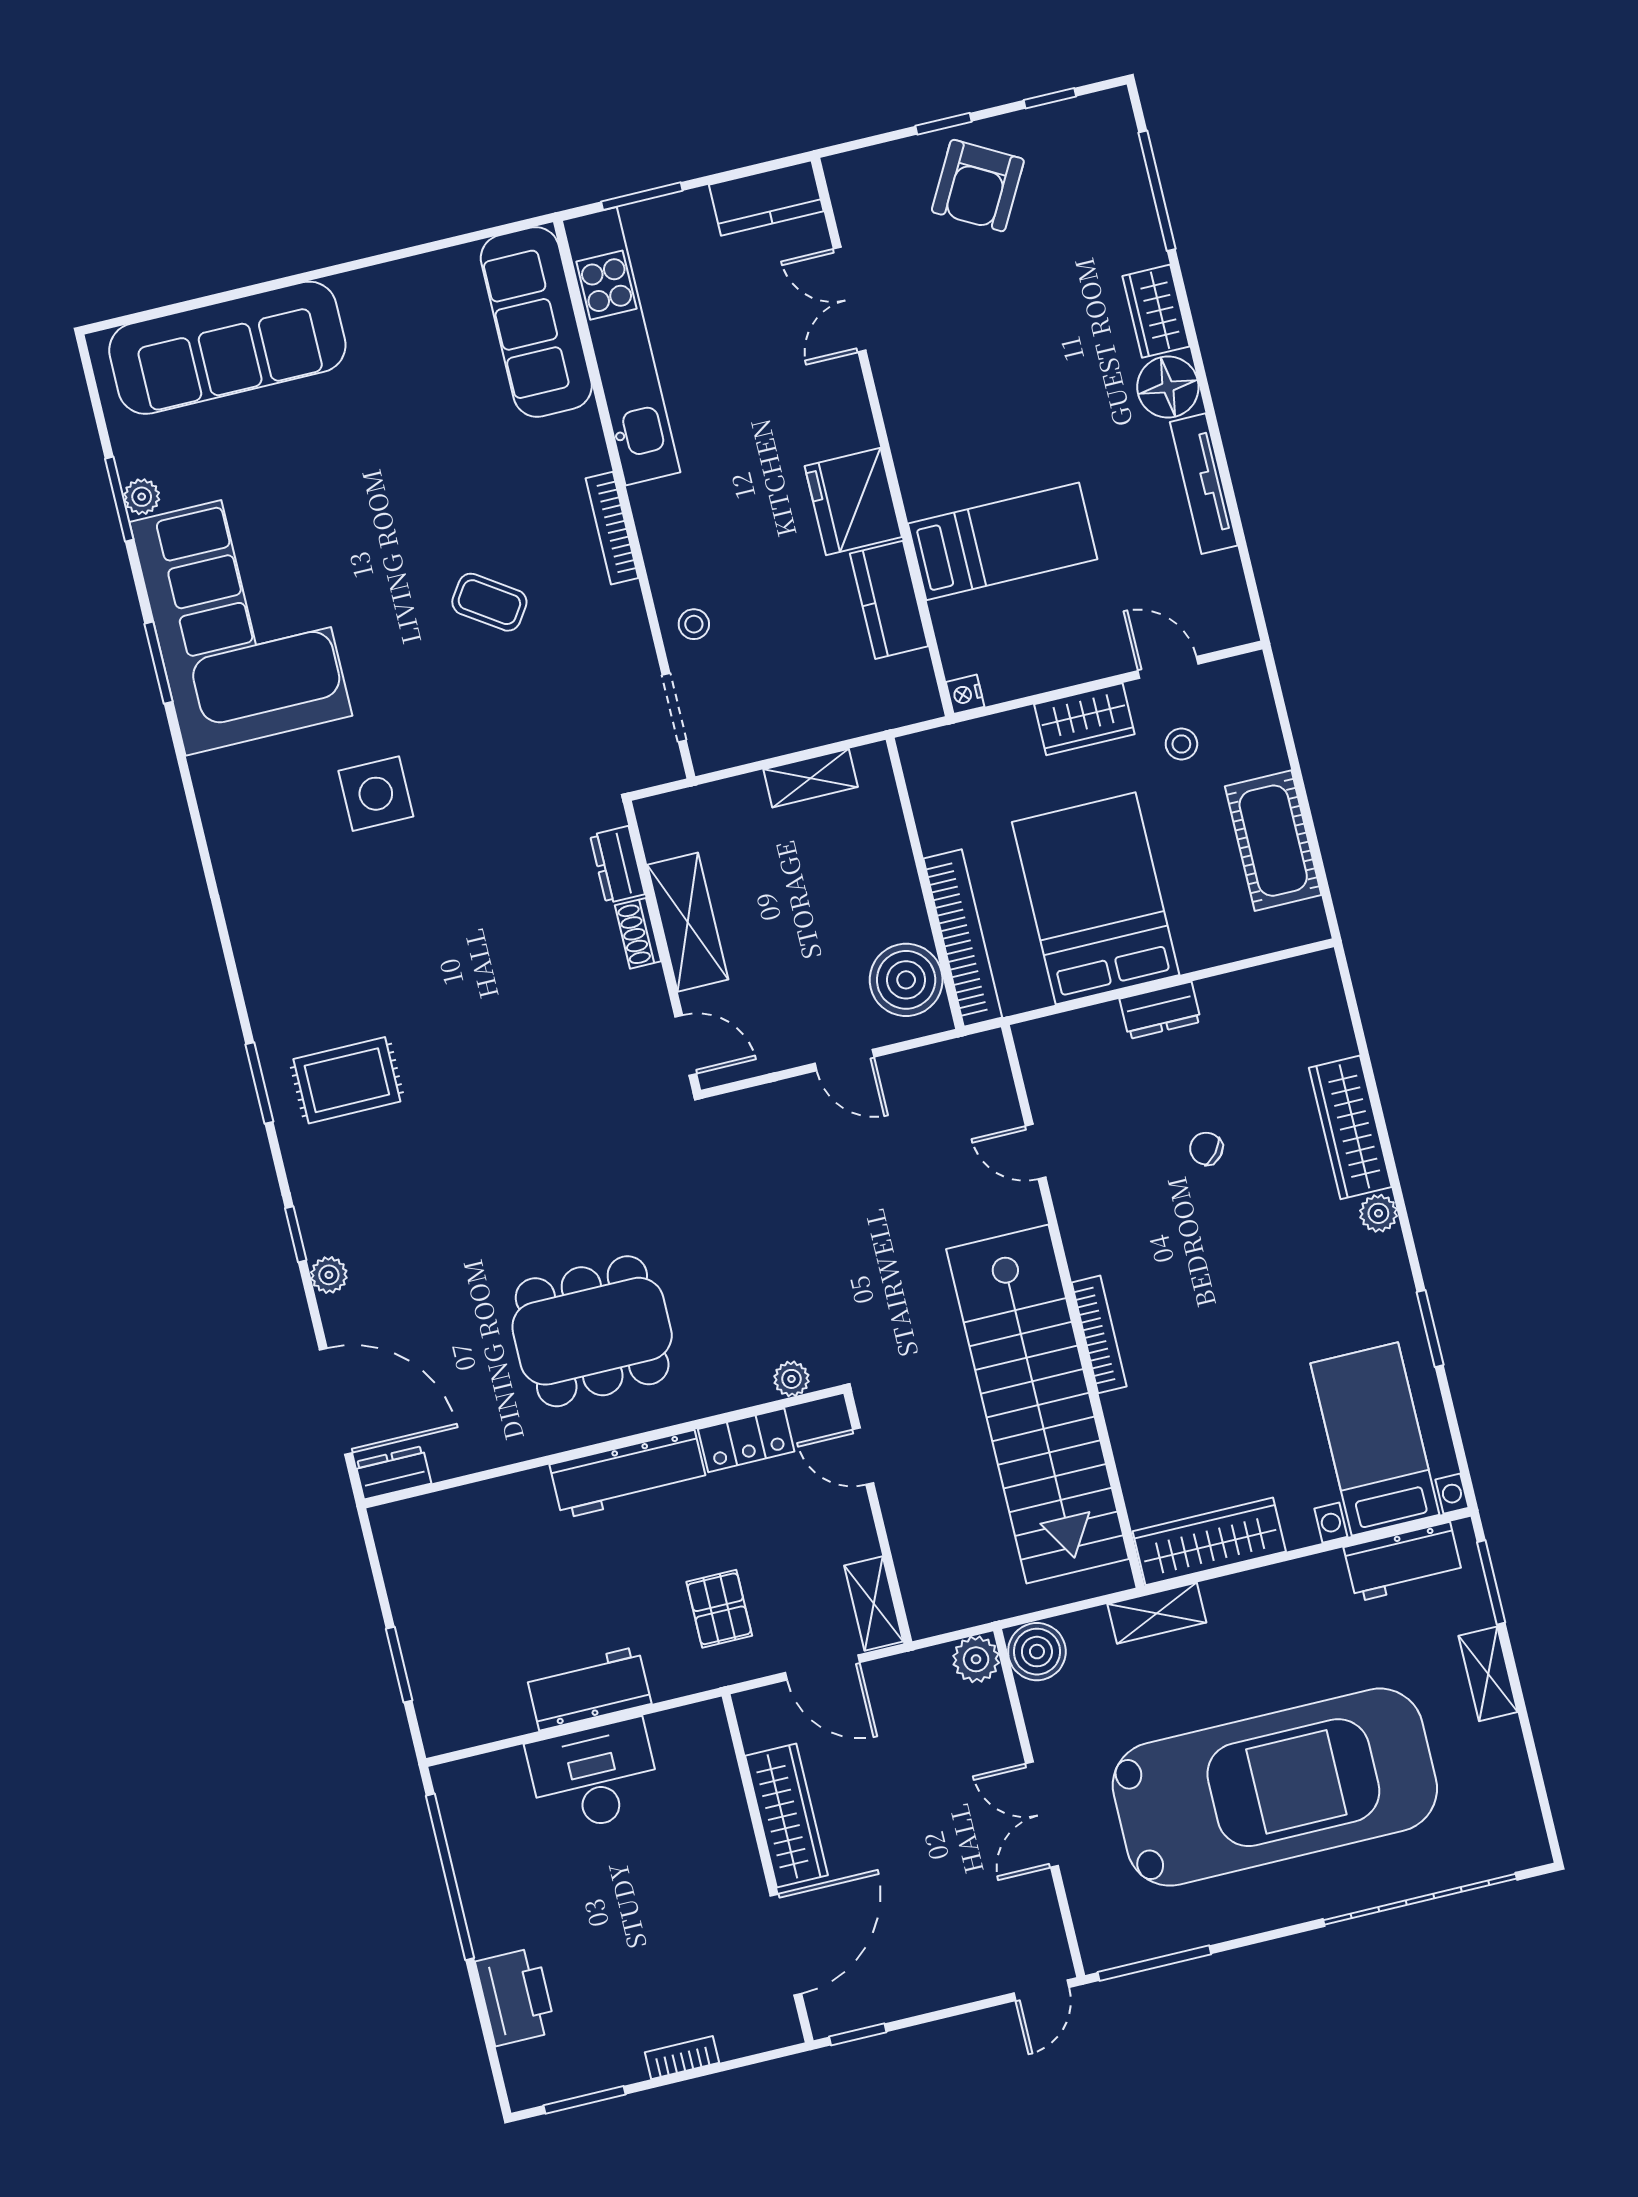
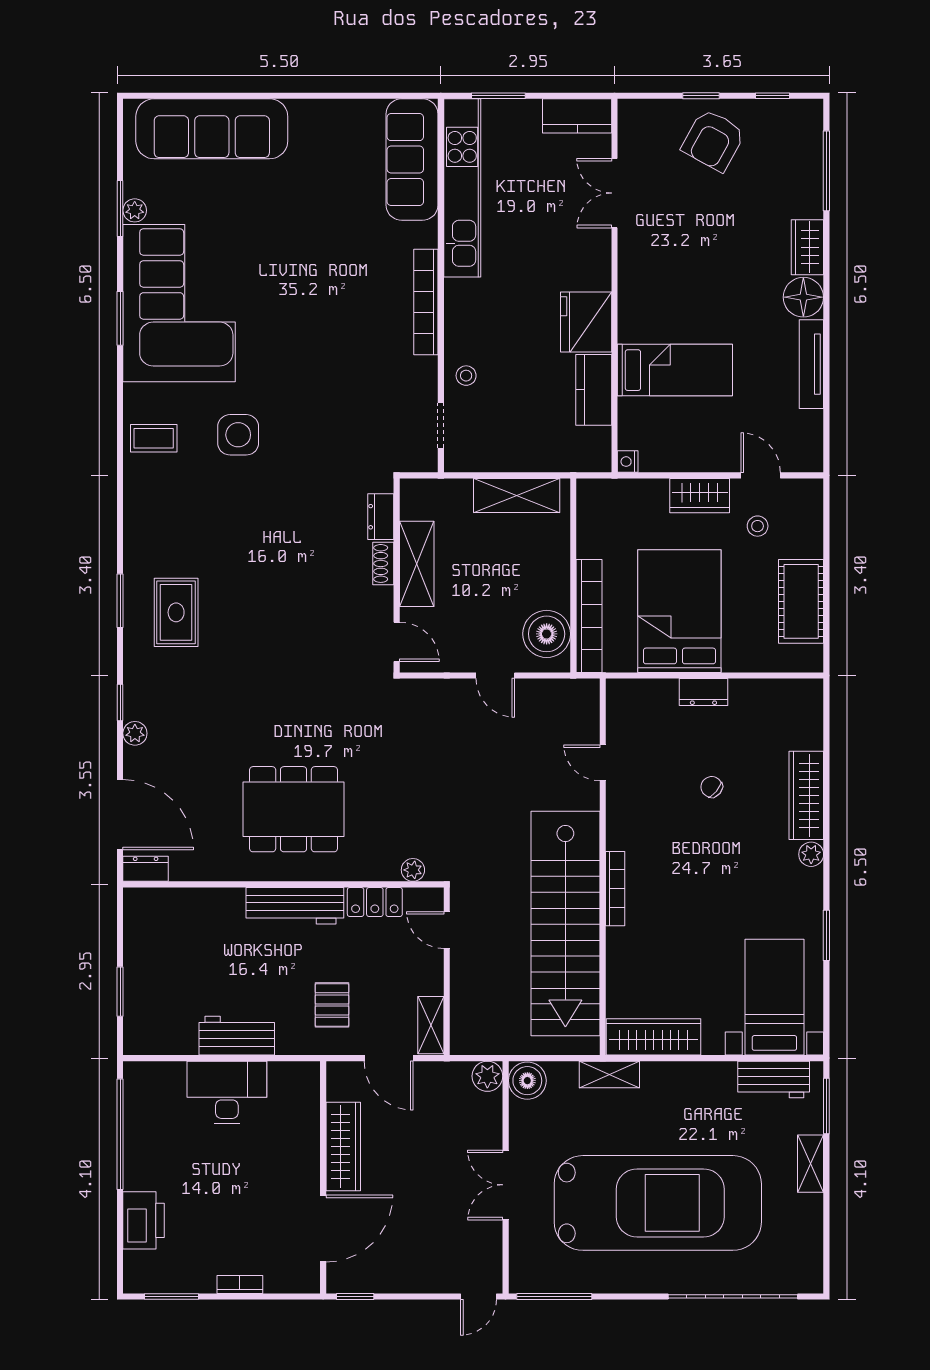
bookcase: (612, 528) -> (426, 302), width x1.48, depth x1.31
coffee table: (489, 602) -> (154, 438), moved, turned -34
shelving: (811, 778) -> (517, 496), width x1.50, depth x1.33
rug: (347, 1080) -> (176, 612), turned 90

